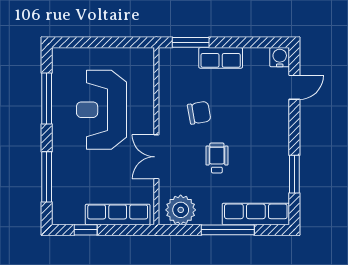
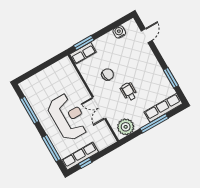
water cooler: (280, 57) -> (119, 32), moved
row of seats: (221, 58) -> (83, 53), moved
reception desk: (102, 110) -> (68, 117), moved, turned 180
row of seats: (118, 214) -> (80, 156), moved

